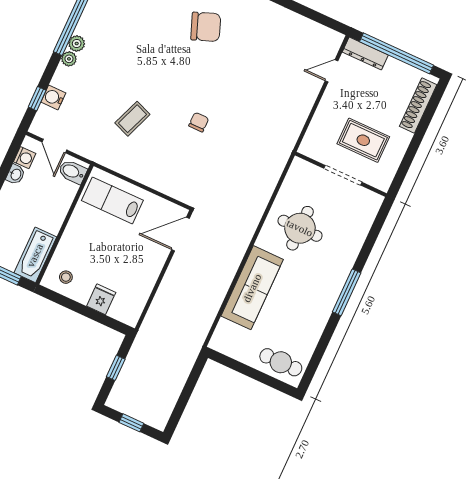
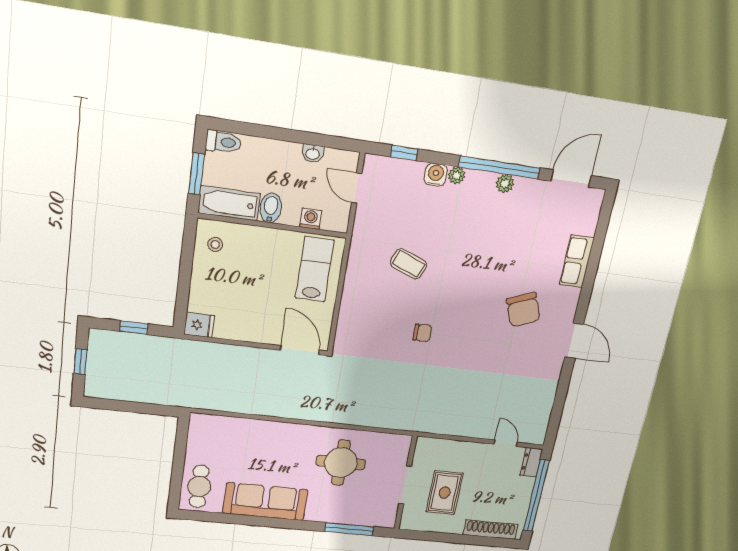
plant: (77, 44) -> (505, 183), moved
dresser: (365, 54) -> (531, 462), width x0.70
water cooler: (53, 97) -> (436, 175), moved
door: (54, 146) -> (357, 188), hinge flipped
washing machine: (25, 158) -> (311, 219), moved, turned 180
bidet: (73, 172) -> (271, 208), moved
sofa: (252, 288) -> (265, 502), moved, turned 180
window: (347, 292) -> (349, 529), moved
fridge: (101, 299) -> (199, 325), moved

